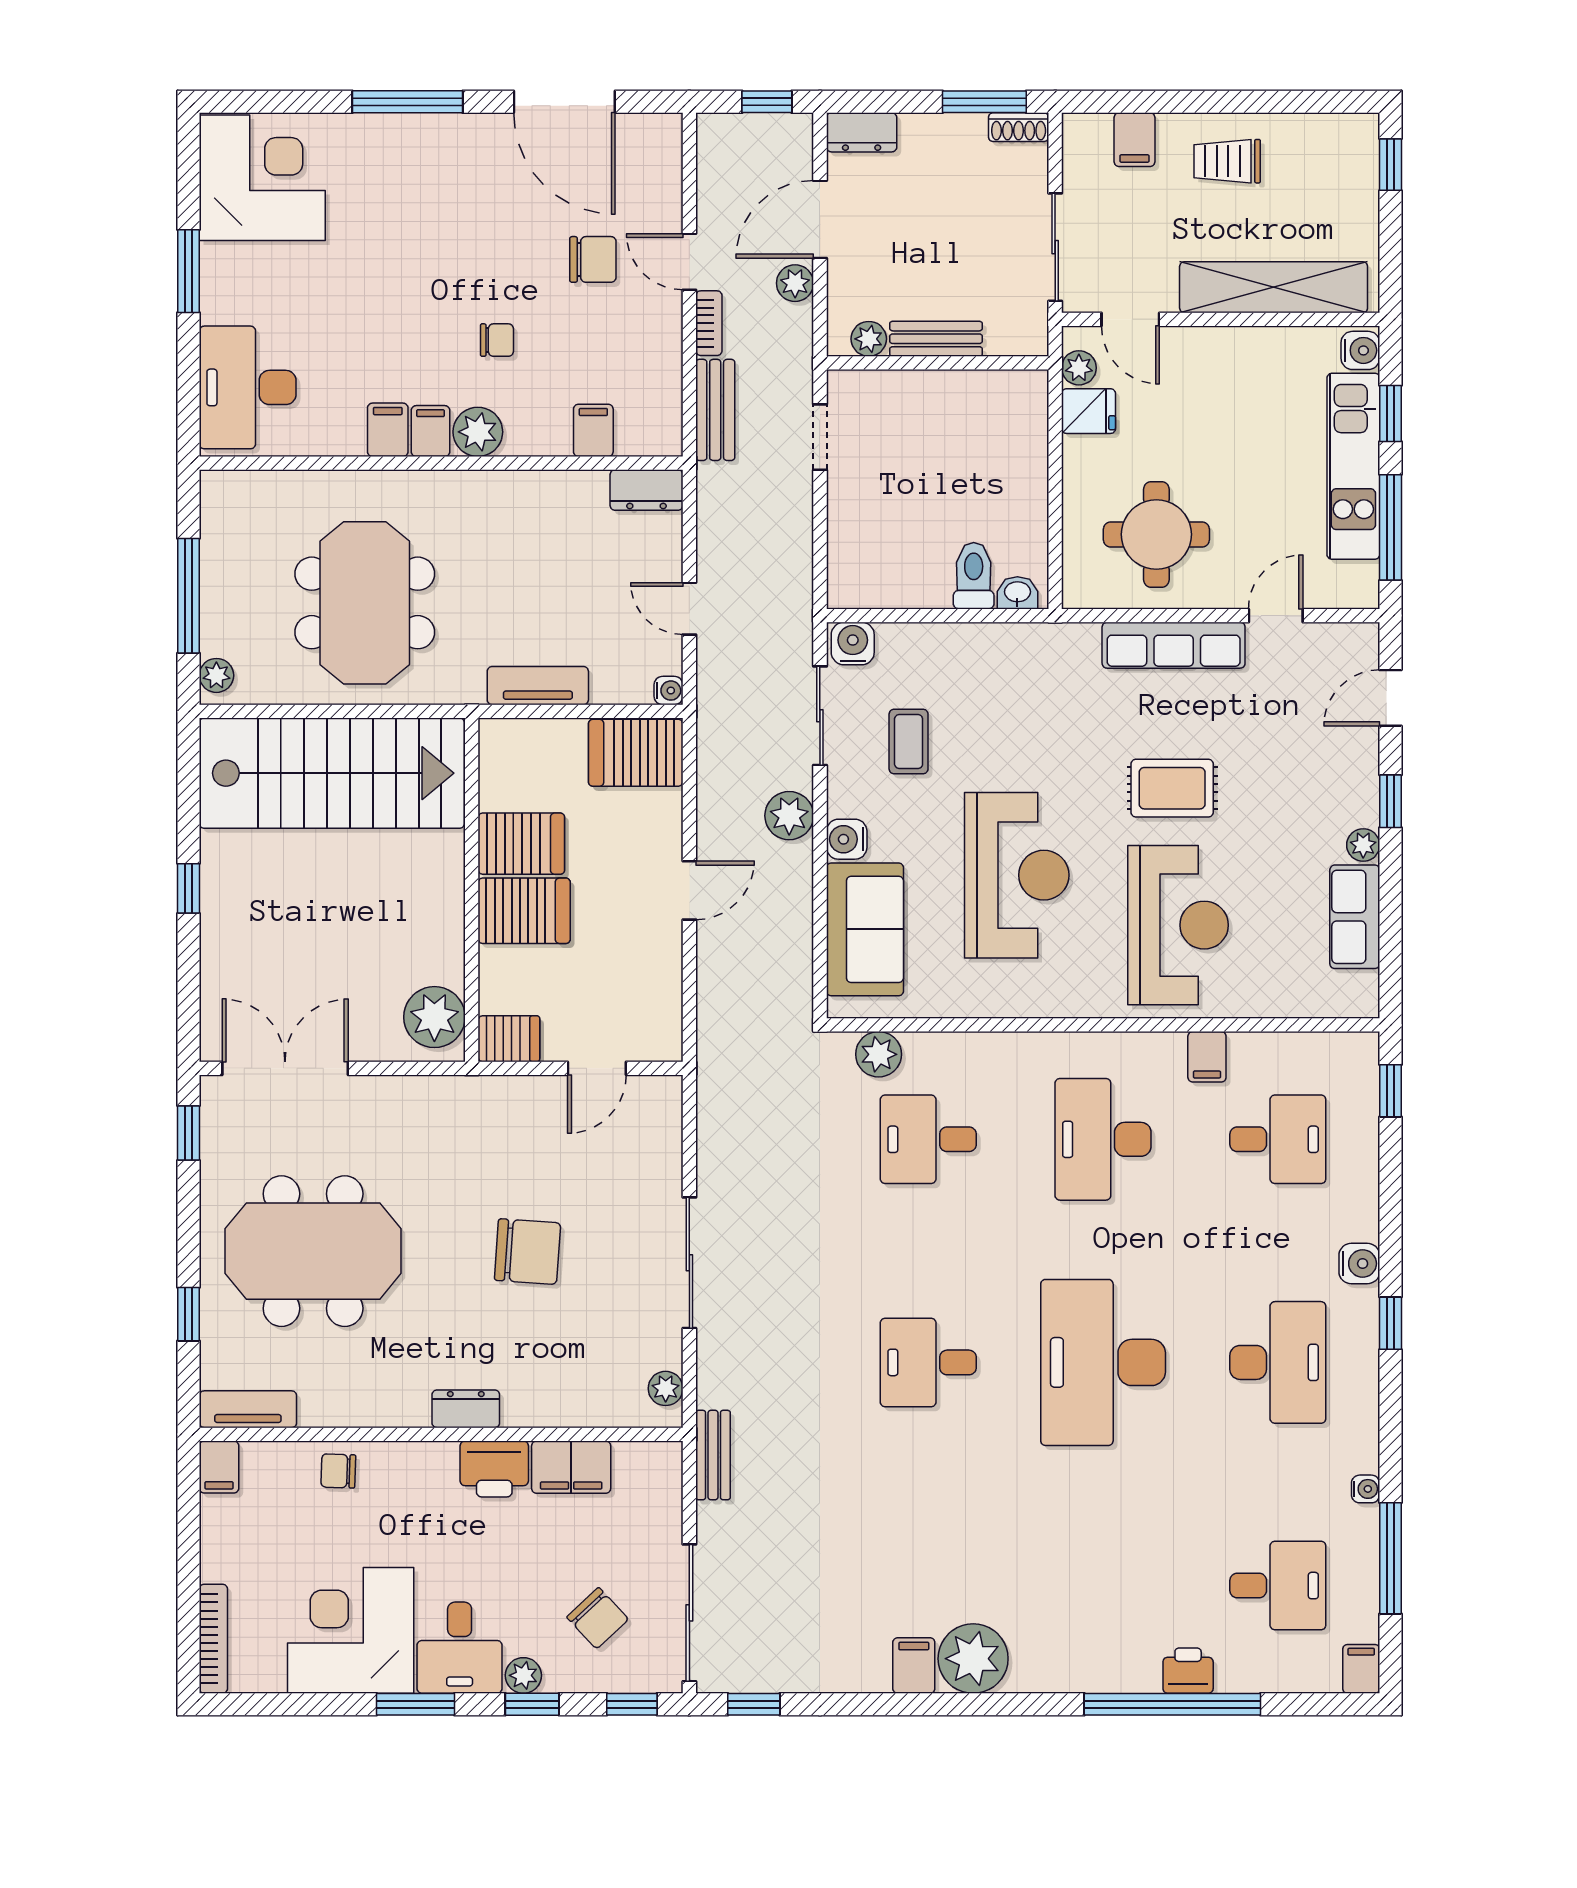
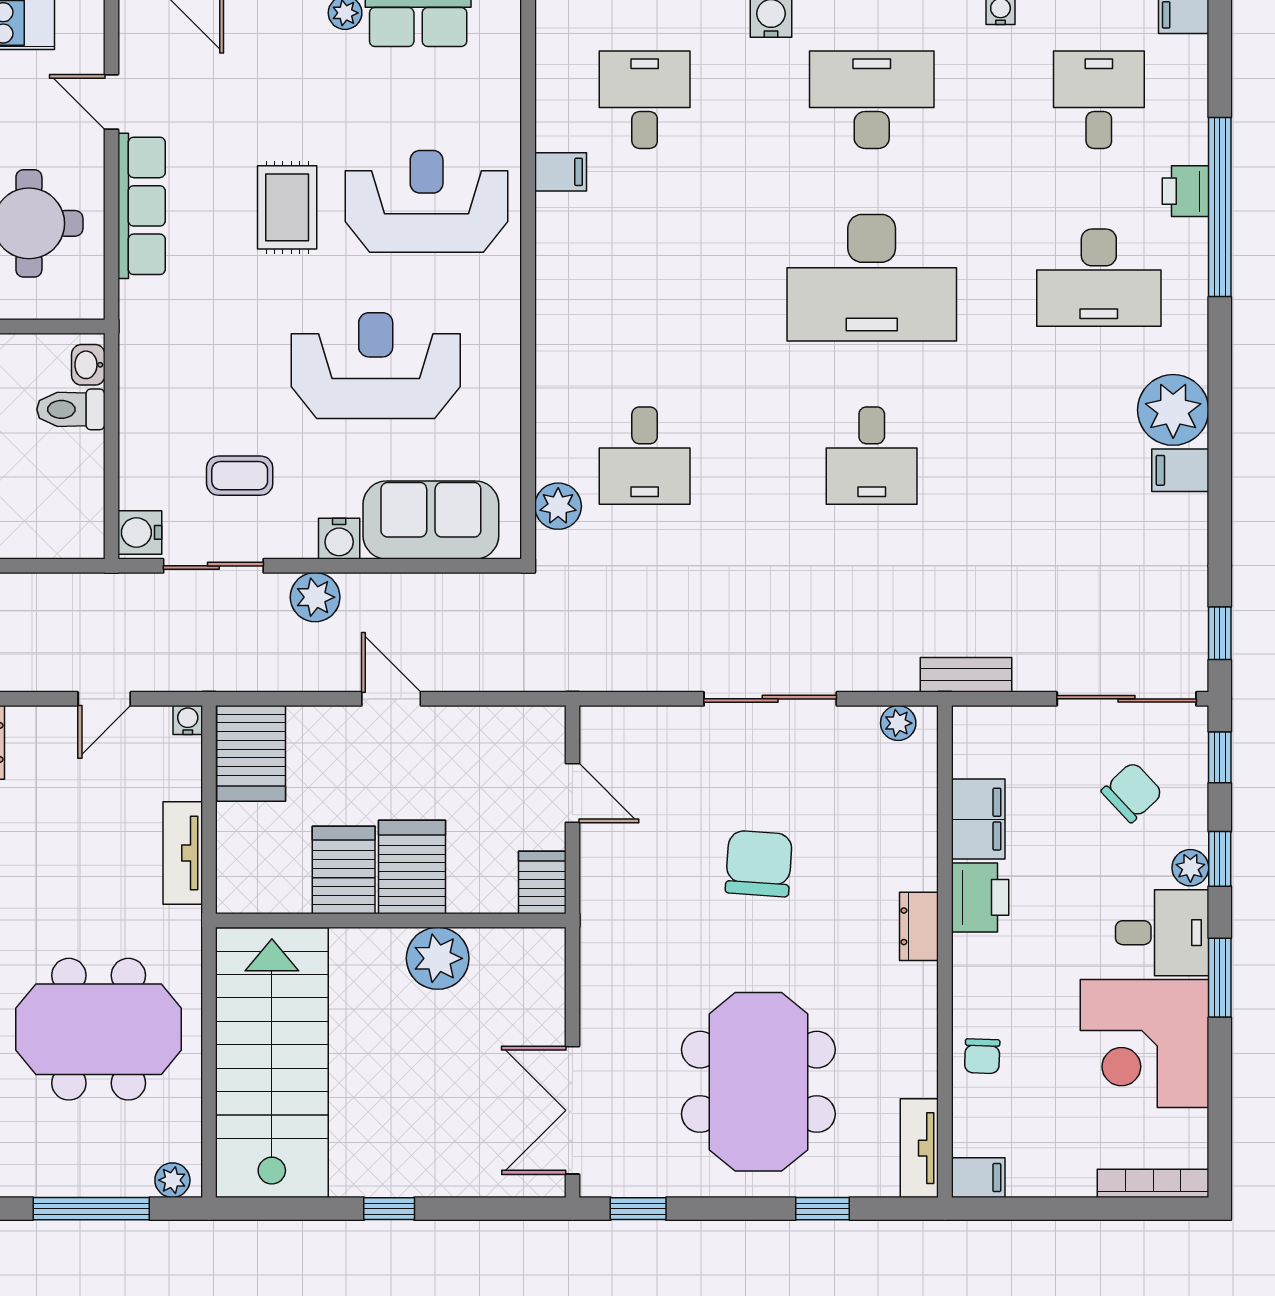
plant: (434, 1017) -> (438, 958), moved
desk: (1103, 1139) -> (1099, 278), moved

